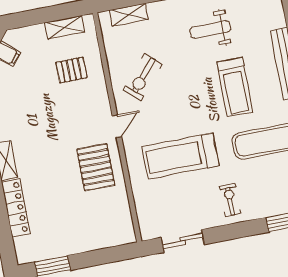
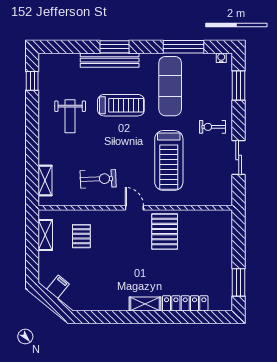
exercise bike: (143, 77) -> (98, 179), turned -43
pallet: (96, 167) -> (165, 232), turned 90
sliding door: (183, 241) -> (239, 157), moved

